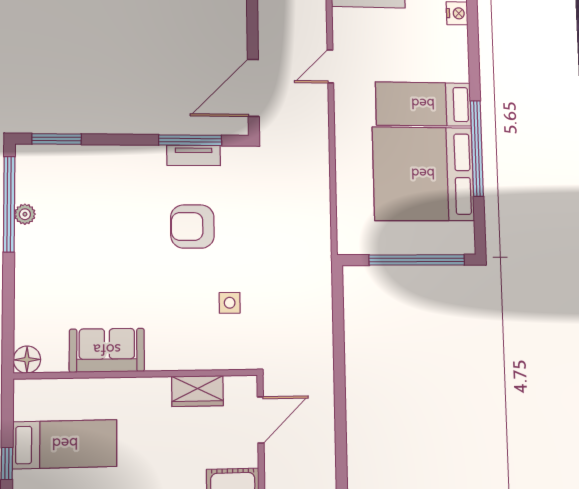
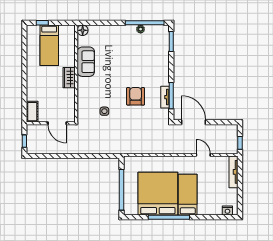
wardrobe: (198, 391) -> (69, 78), moved

